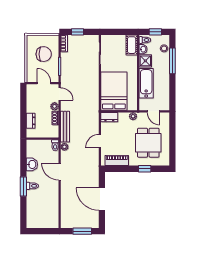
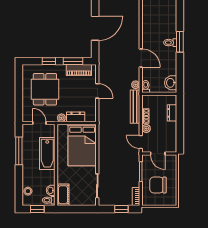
shower: (145, 61) -> (48, 178), removed
window: (172, 61) -> (19, 151), moved
dresser: (109, 117) -> (76, 117), moved
door: (100, 141) -> (97, 91), hinge flipped
washbasin: (32, 164) -> (171, 83), moved
window: (122, 169) -> (73, 61), added
door: (102, 199) -> (95, 28), hinge flipped

